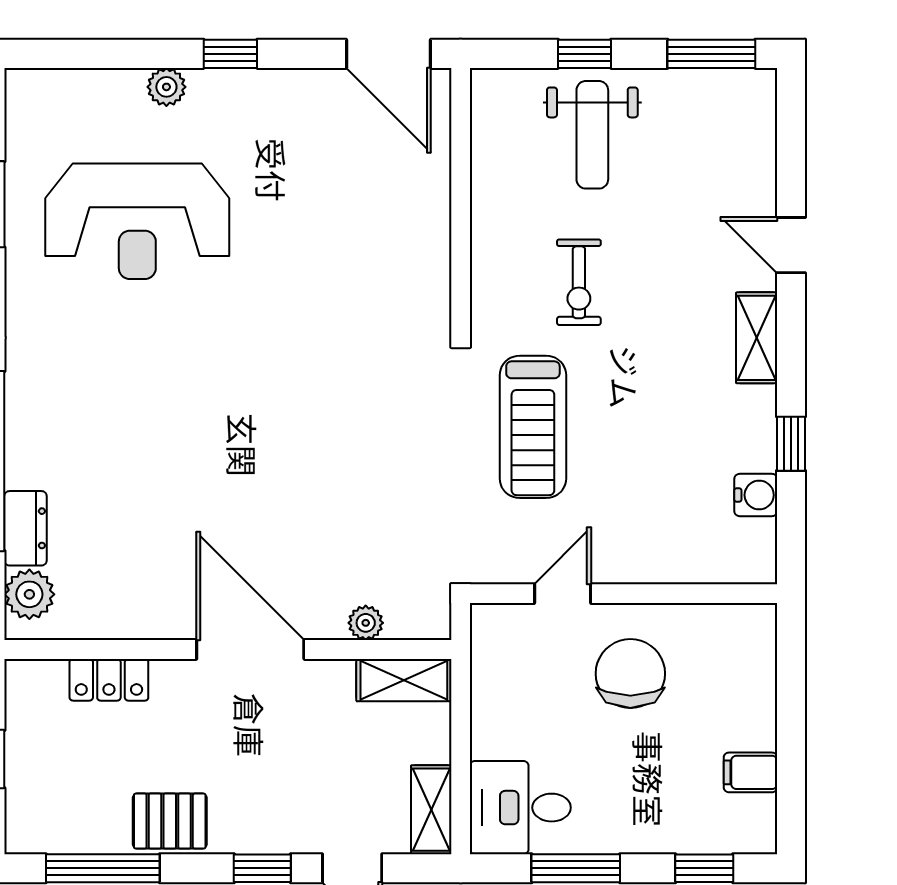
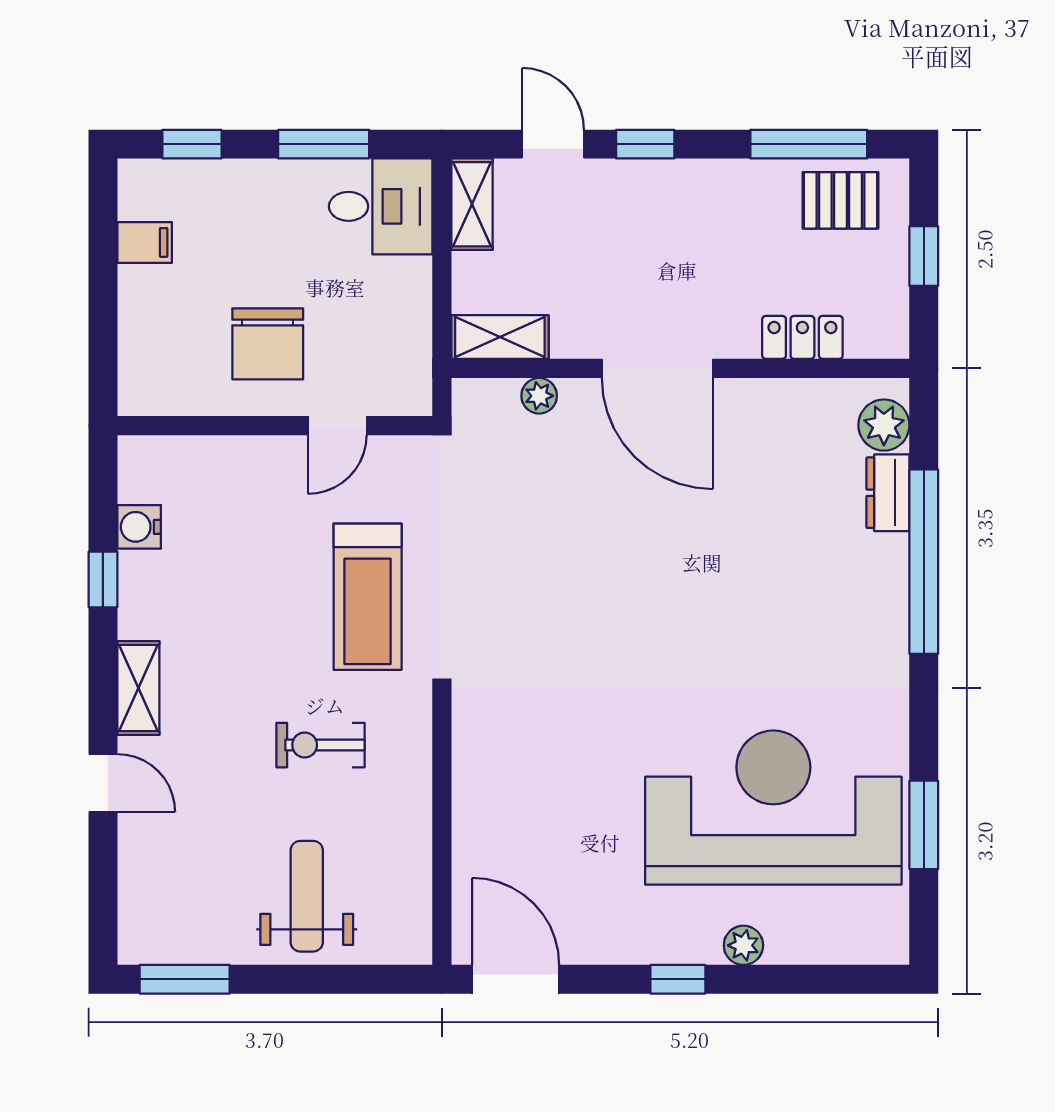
window: (584, 54) -> (315, 979), removed
reception desk: (137, 221) -> (773, 807), width x1.36, depth x1.30
exercise bike: (579, 282) -> (321, 745), turned -90
treadmill: (533, 427) -> (368, 597), turned 180
pallet: (170, 821) -> (840, 200), moved

